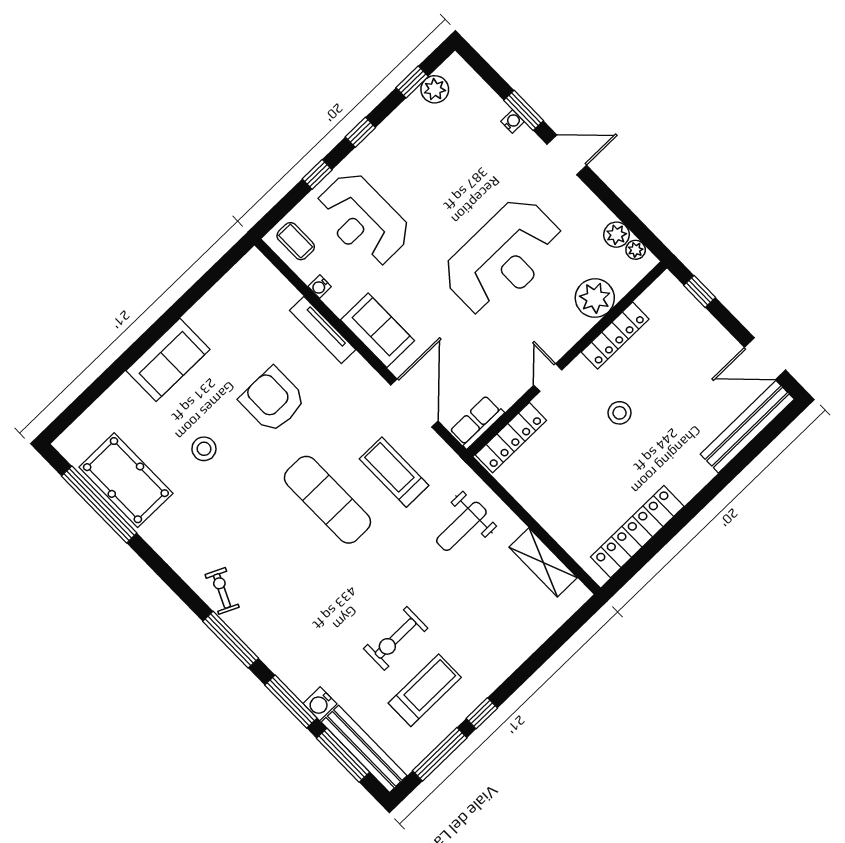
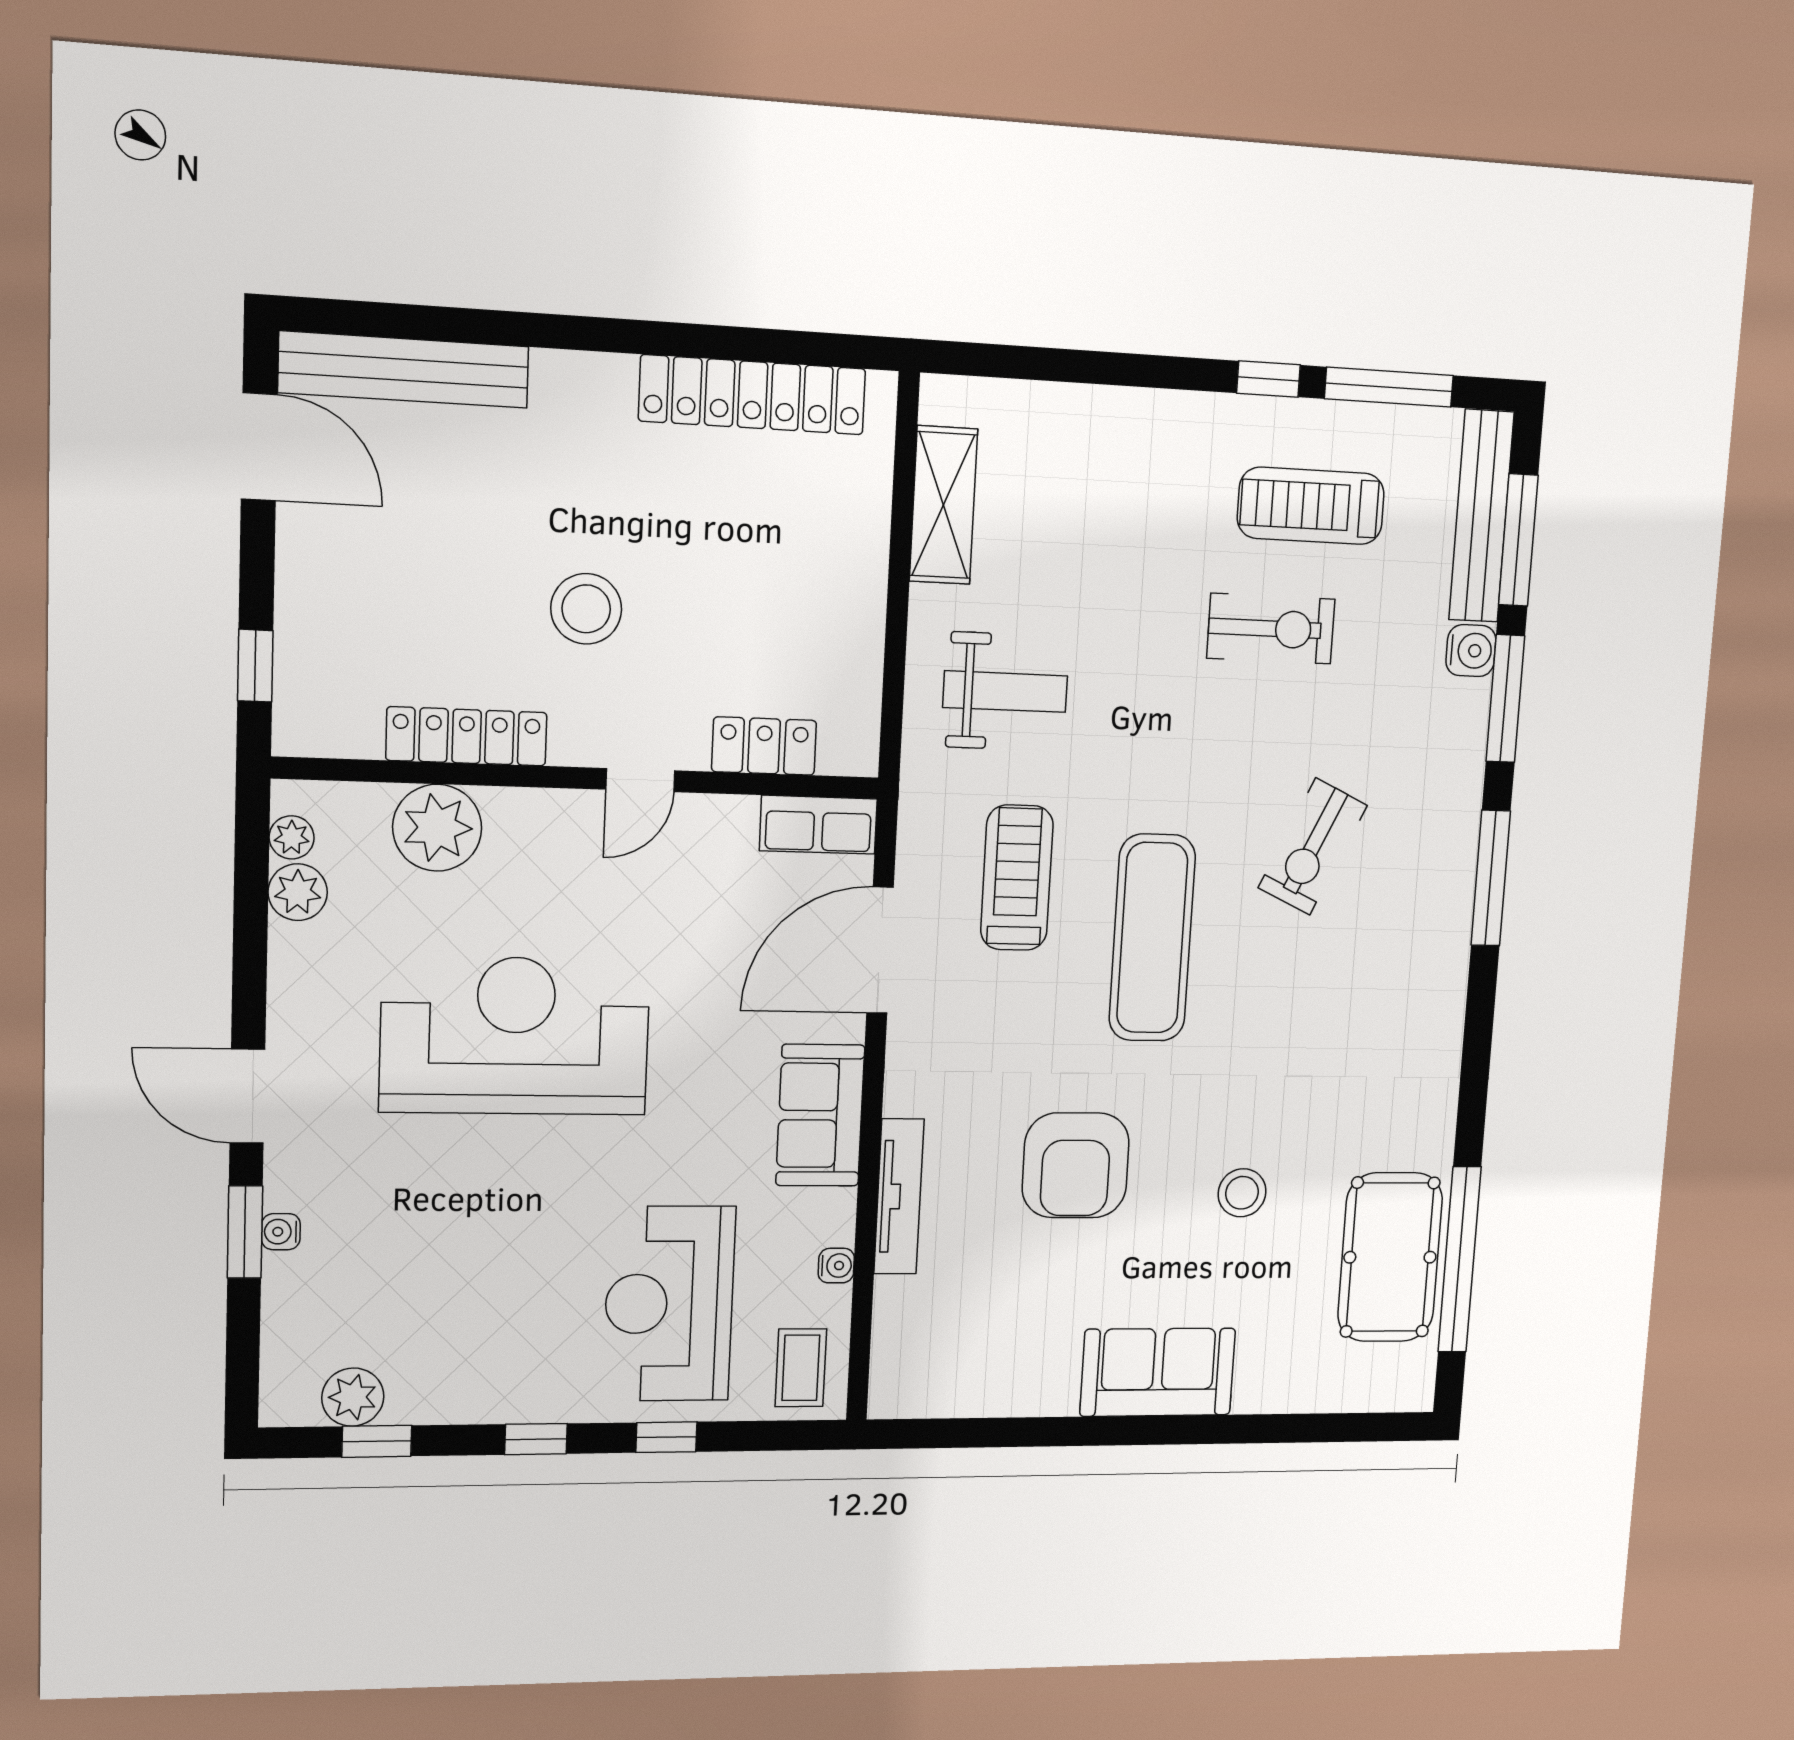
reception desk: (363, 220) -> (669, 1304), turned 180
stool: (620, 413) -> (586, 609), width x1.38, depth x1.38
locker: (511, 438) -> (764, 746), width x0.66
treadmill: (394, 472) -> (1017, 878), turned 180
exercise bike: (222, 591) -> (1313, 846), moved, width x1.38, depth x1.39

